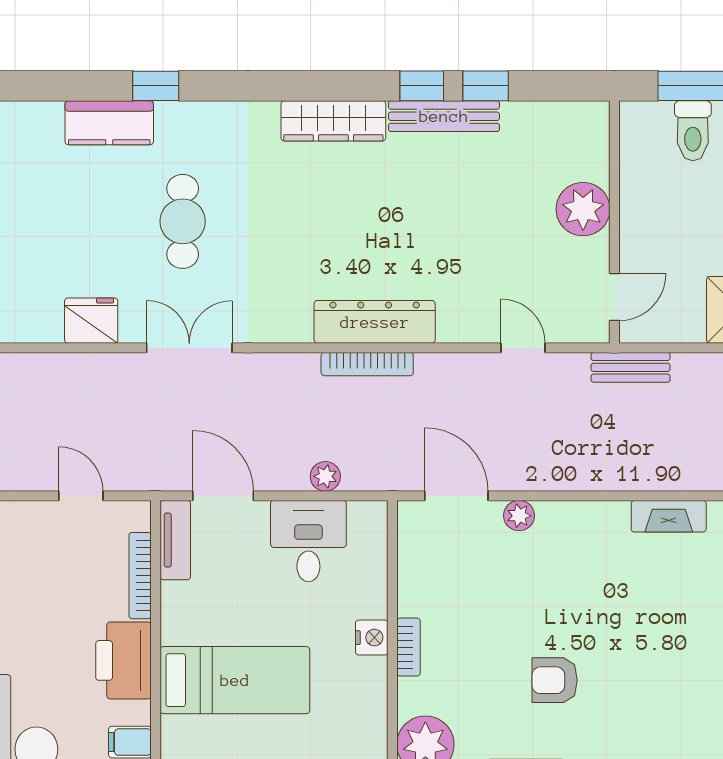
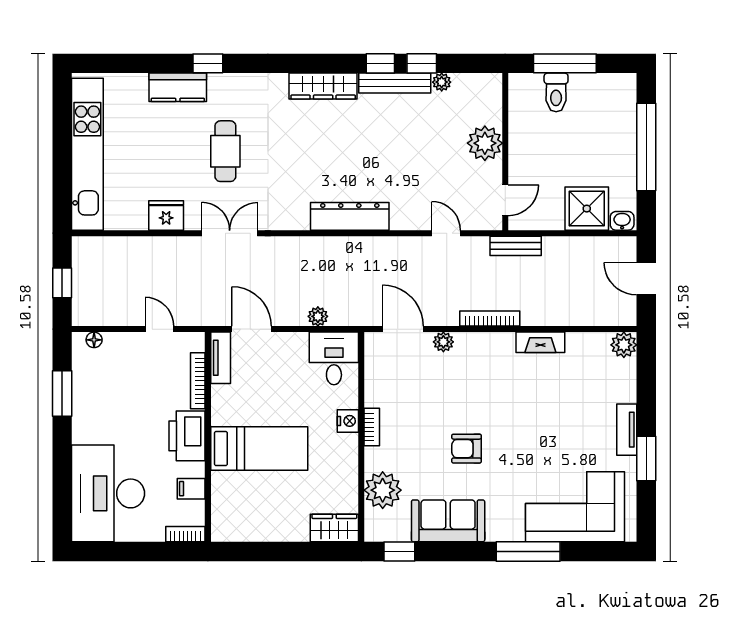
plant: (516, 115) -> (442, 82), added
bookcase: (367, 364) -> (490, 319), moved, turned 180
desk: (308, 541) -> (334, 358), moved

